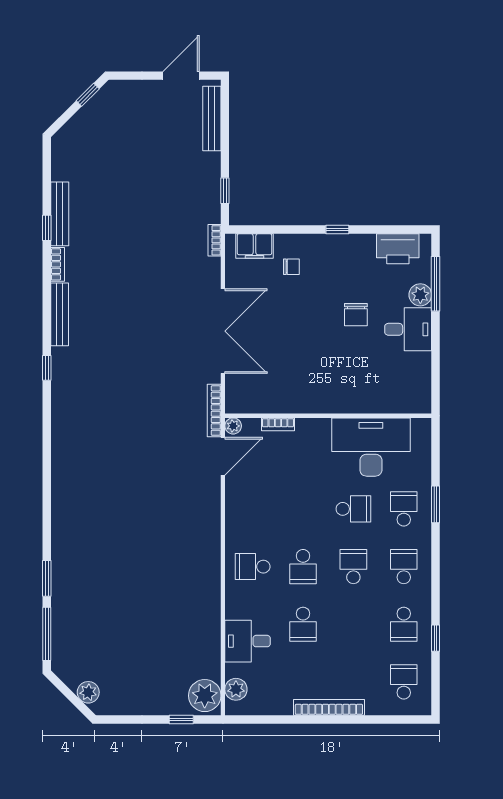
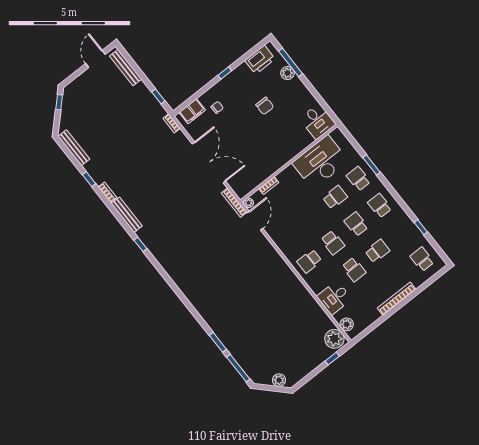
bench: (60, 214) -> (74, 148), moved
desk: (408, 329) -> (318, 121), moved, turned 90
school desk: (404, 624) -> (377, 251), moved, turned -90

